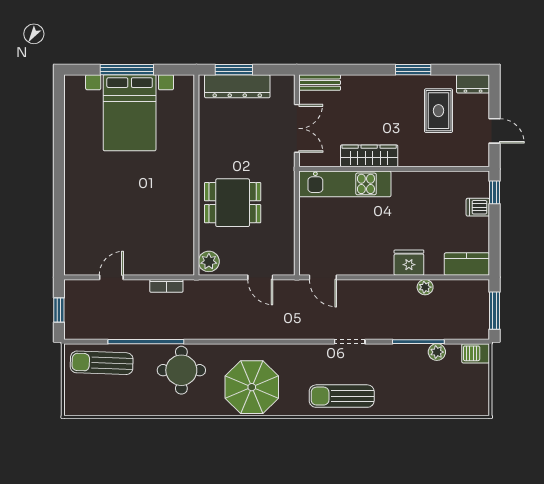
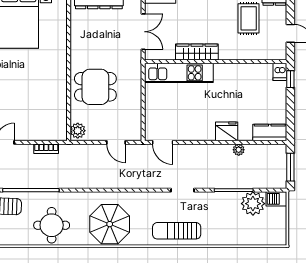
dishwasher: (478, 207) -> (280, 72), moved, turned -90
plant: (437, 352) -> (253, 204), width x1.88, depth x1.88
round table: (181, 370) -> (52, 225), moved

